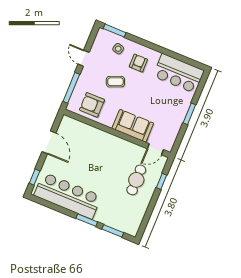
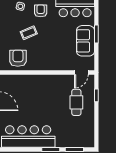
armchair: (92, 105) -> (18, 58), turned 90
sofa: (133, 126) -> (85, 41), moved, turned -90

